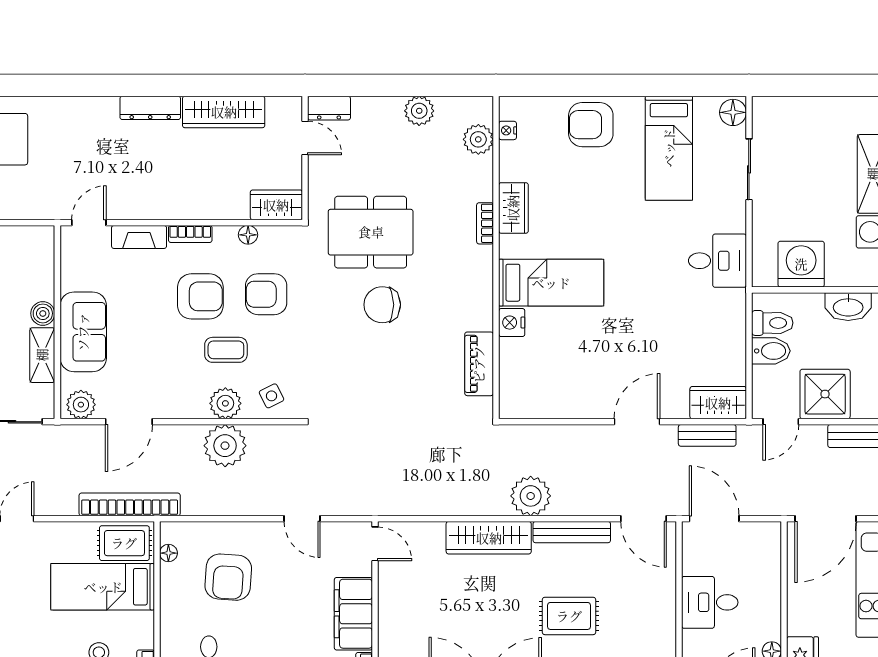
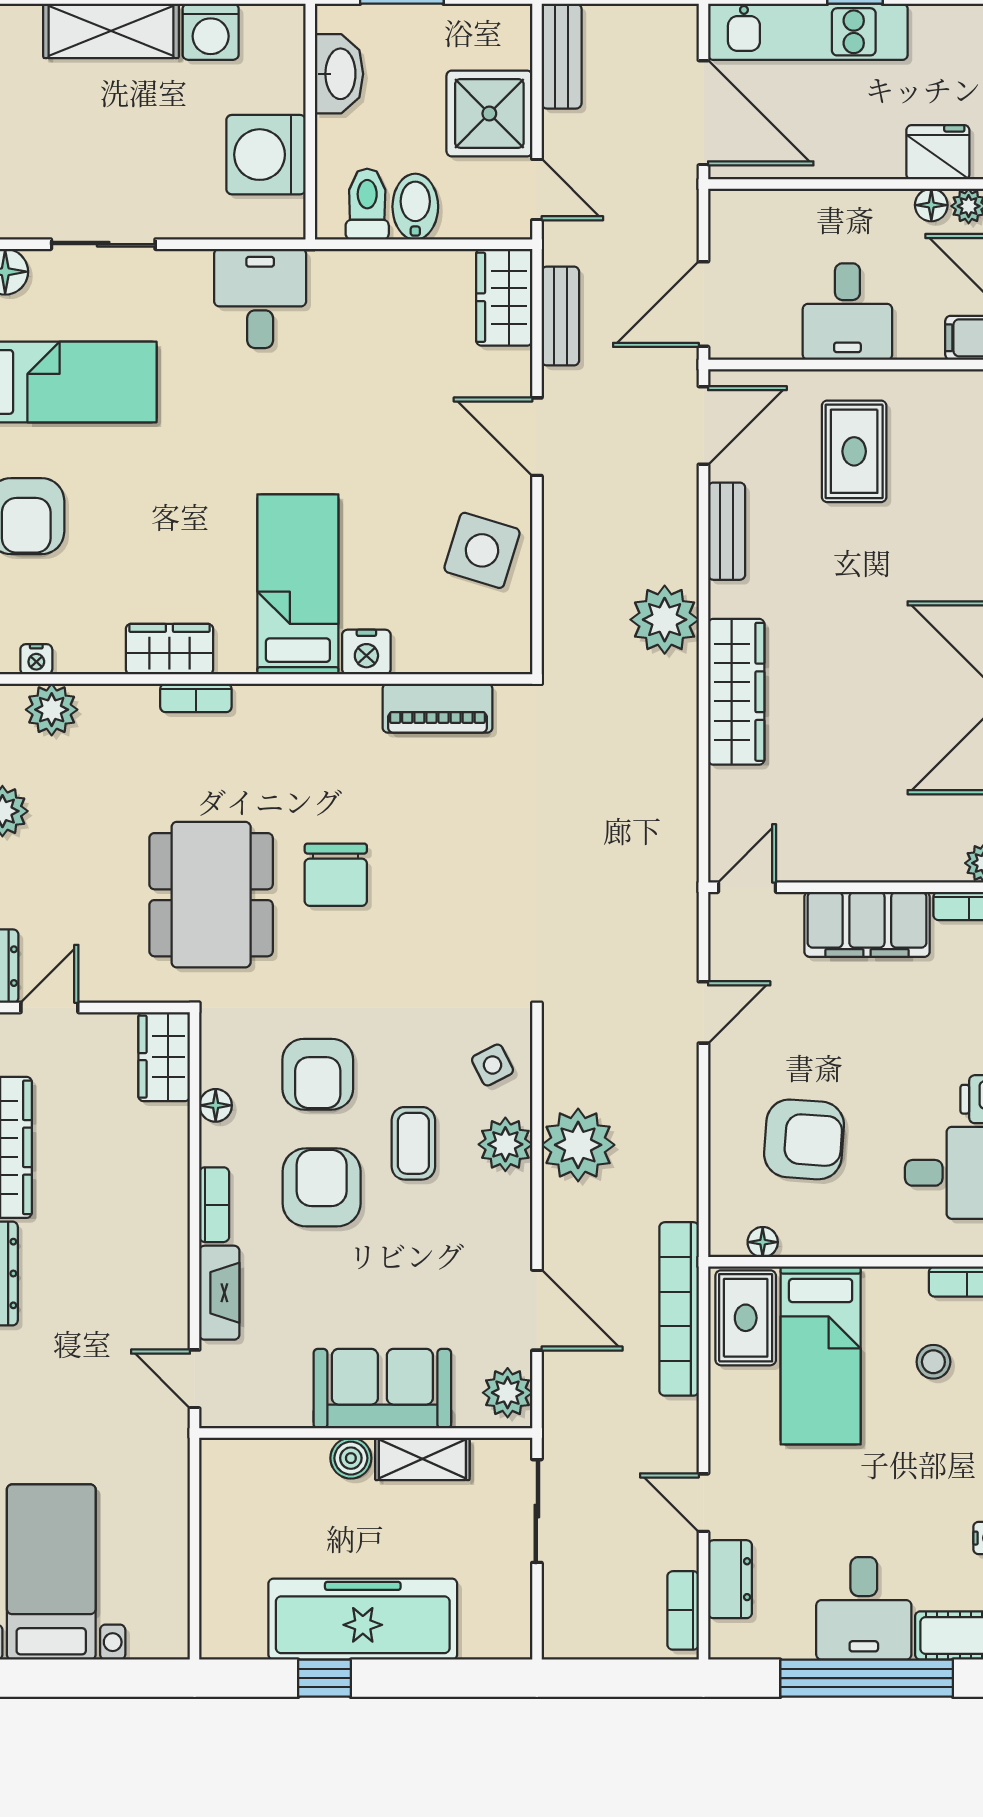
side table: (571, 390) -> (482, 550), added
bench: (572, 532) -> (727, 531), width x0.73
rug: (569, 616) -> (854, 451), moved

